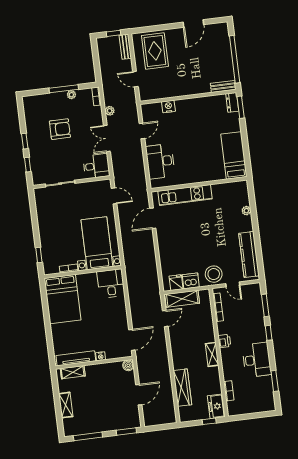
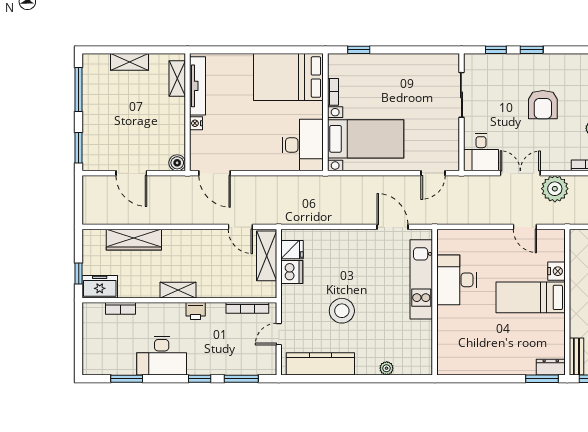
plant: (110, 111) -> (555, 189), width x1.88, depth x1.88
bed: (234, 155) -> (531, 297), moved, turned 180
desk: (160, 161) -> (456, 280), moved, turned -90
stool: (214, 274) -> (342, 311), moved
desk: (111, 283) -> (303, 145), width x1.37

